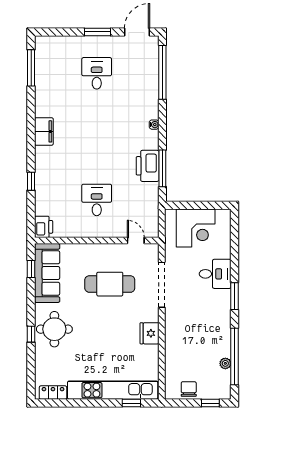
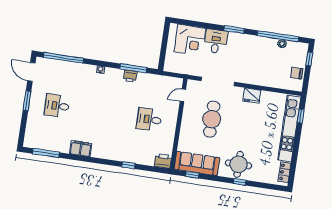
filing cabinet: (44, 131) -> (81, 149), moved
printer: (148, 166) -> (130, 76), width x0.53, depth x0.68
corner desk: (196, 228) -> (190, 40), moved, turned 90

